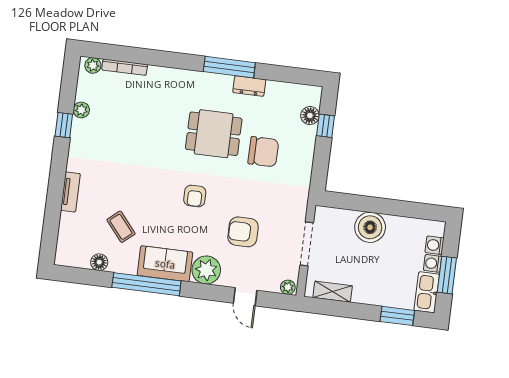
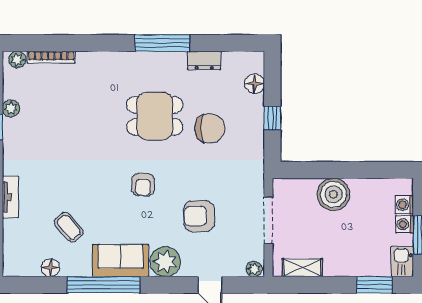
dresser: (249, 86) -> (204, 60), moved
window: (325, 126) -> (272, 118), moved
kitchen sink: (427, 292) -> (402, 261), width x0.73

